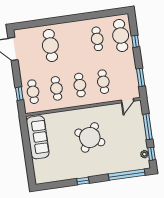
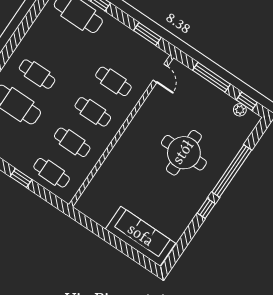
cafe table: (97, 39) -> (37, 74), moved
window: (19, 94) -> (21, 178), moved
sofa: (38, 137) -> (140, 236), moved
round table: (90, 137) -> (184, 153), moved, turned -31
window: (127, 175) -> (232, 171), moved

